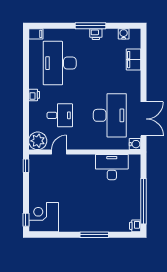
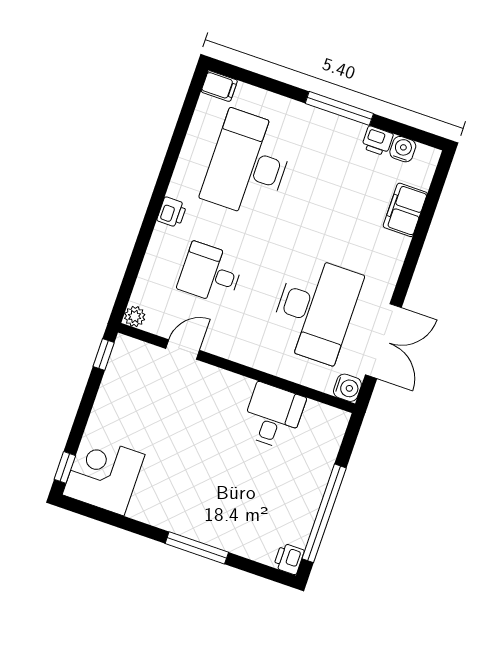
printer: (96, 34) -> (377, 141), moved
desk: (60, 115) -> (211, 273), turned 180
plant: (38, 141) -> (135, 316), width x0.53, depth x0.53
desk: (112, 167) -> (273, 416), width x0.73

